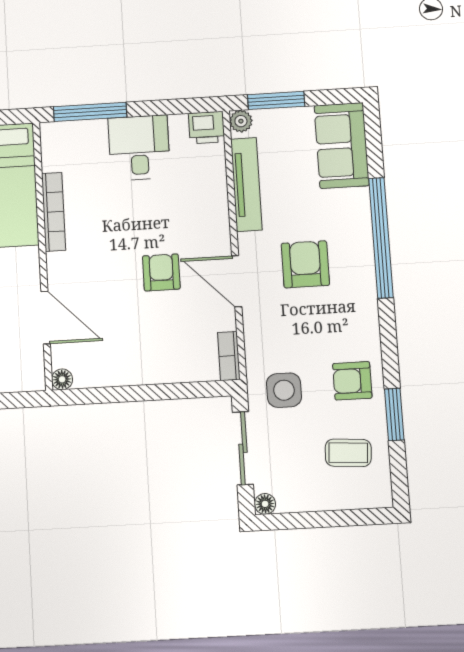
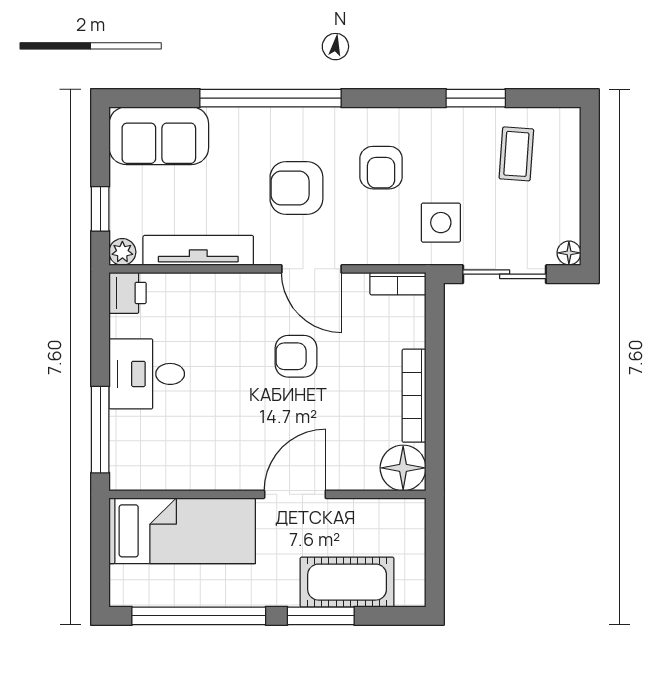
window: (276, 100) -> (100, 209), width x0.67
bookcase: (54, 212) -> (414, 396), moved, turned -90
door: (237, 281) -> (312, 269), hinge flipped
door: (46, 318) -> (295, 494), moved
floor lamp: (62, 379) -> (403, 468), width x1.89, depth x1.89
armchair: (352, 381) -> (381, 168), moved

